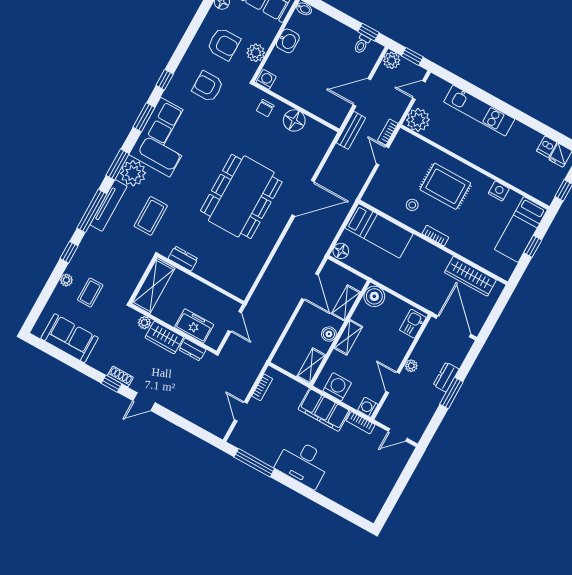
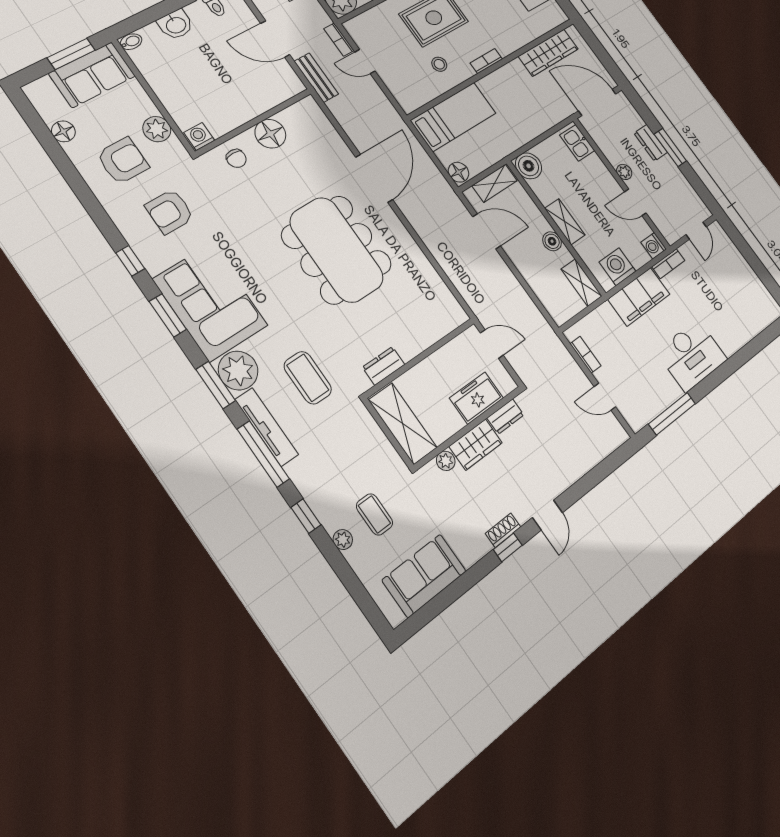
washbasin: (288, 41) -> (176, 25), moved, turned 90
door: (362, 92) -> (275, 39), hinge flipped
shelving: (346, 303) -> (495, 183), moved, turned 90

